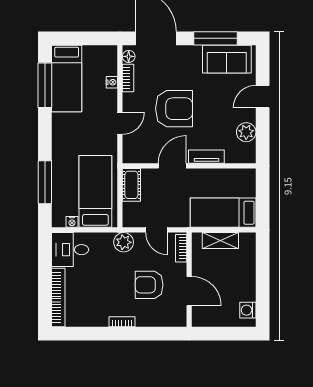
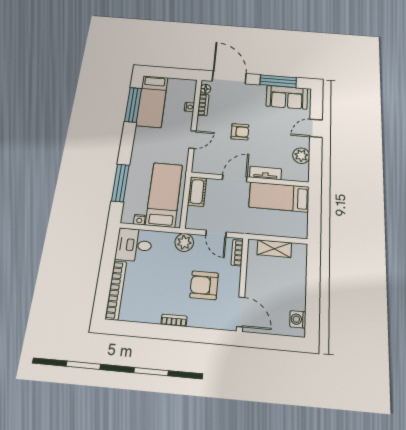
armchair: (174, 109) -> (240, 132), width x0.53, depth x0.53
bed: (223, 213) -> (279, 197), moved
door: (189, 291) -> (241, 312), moved

